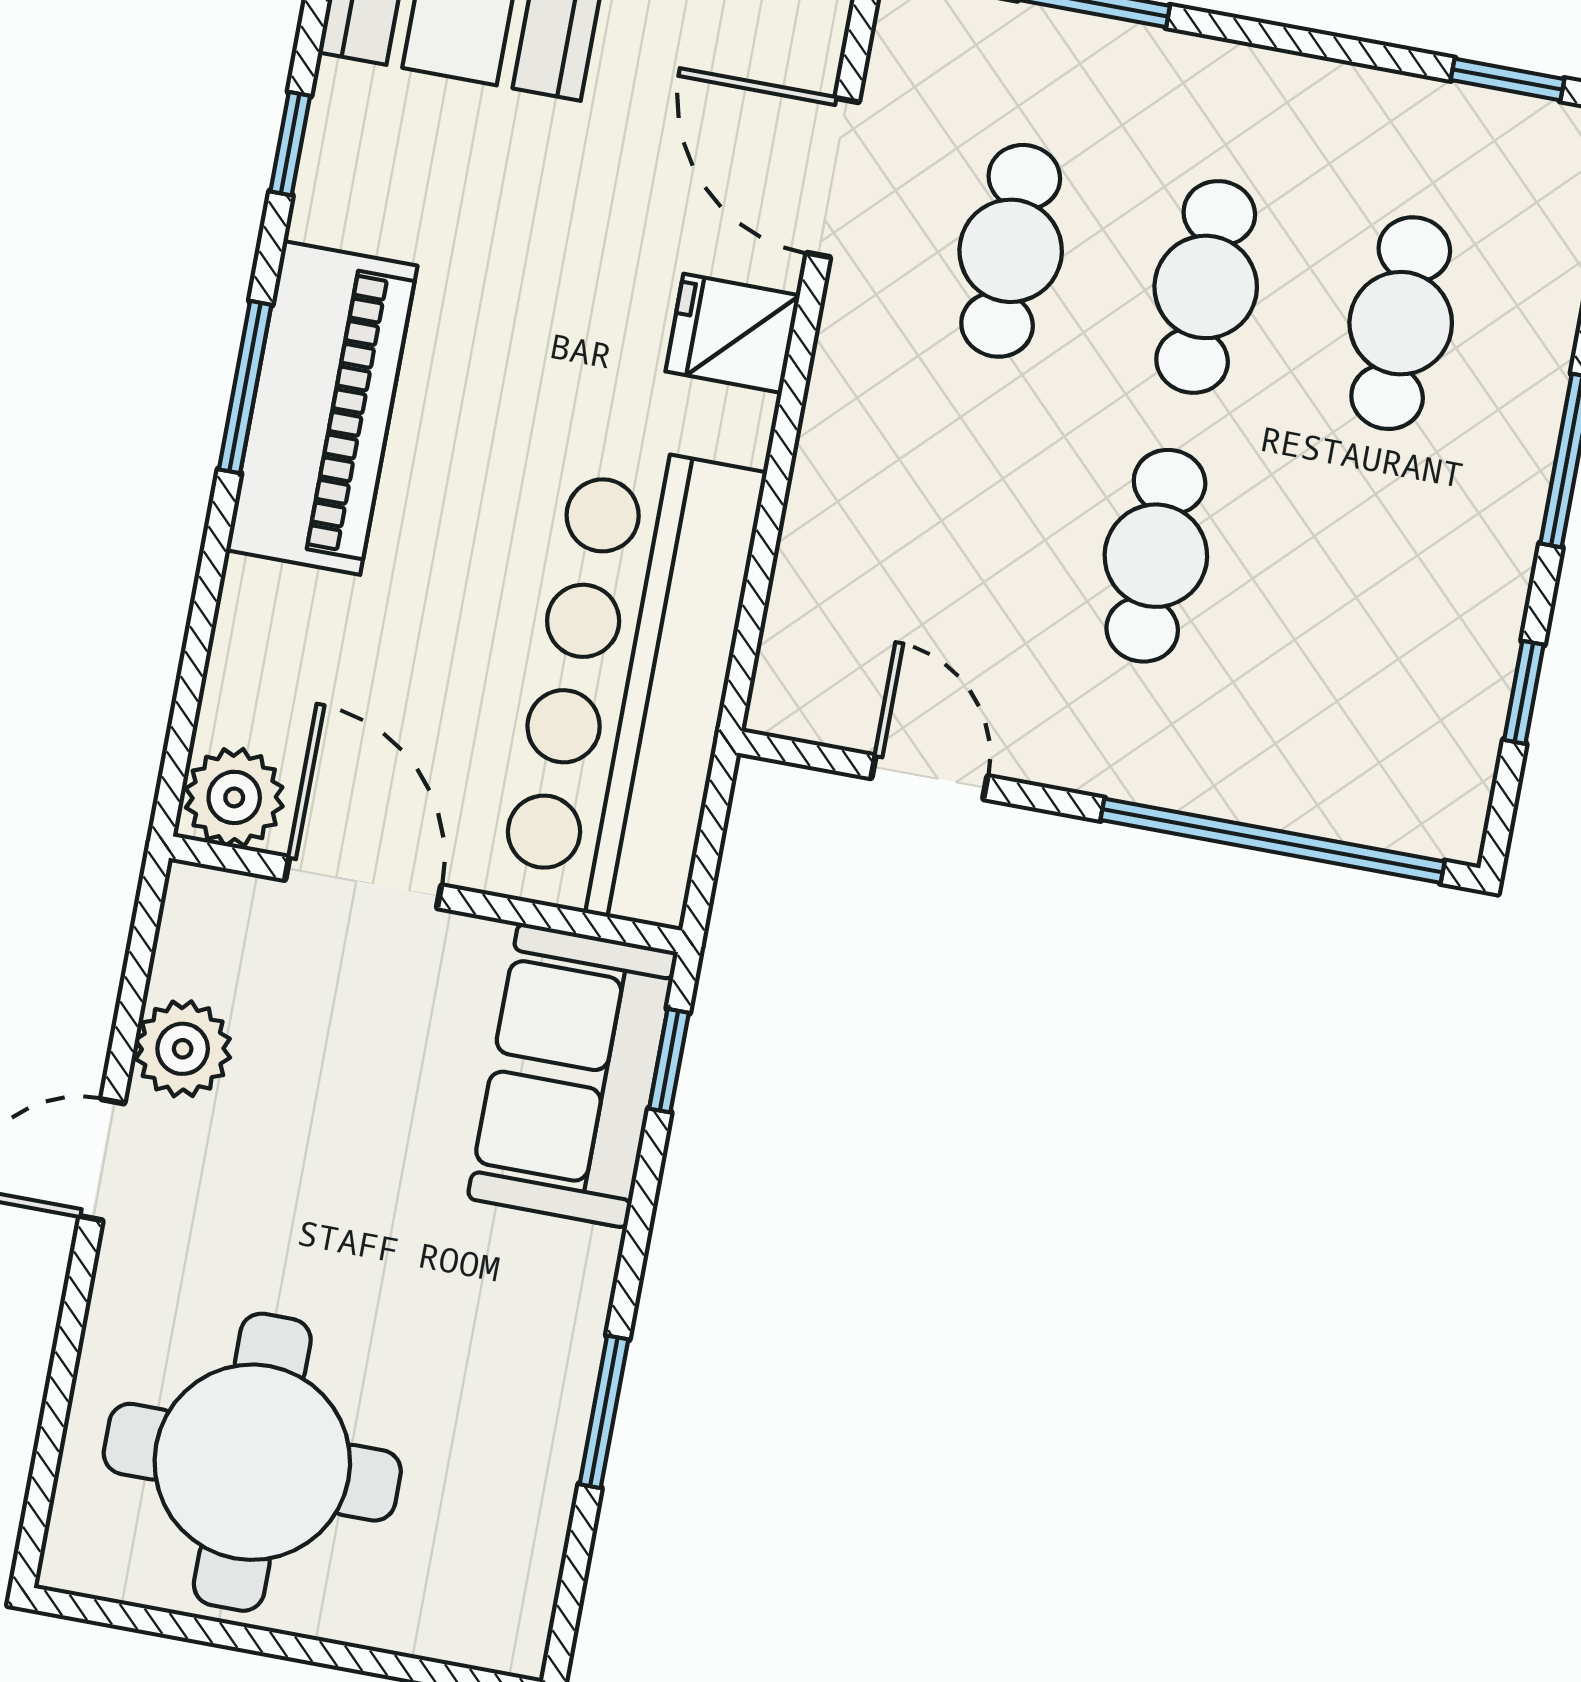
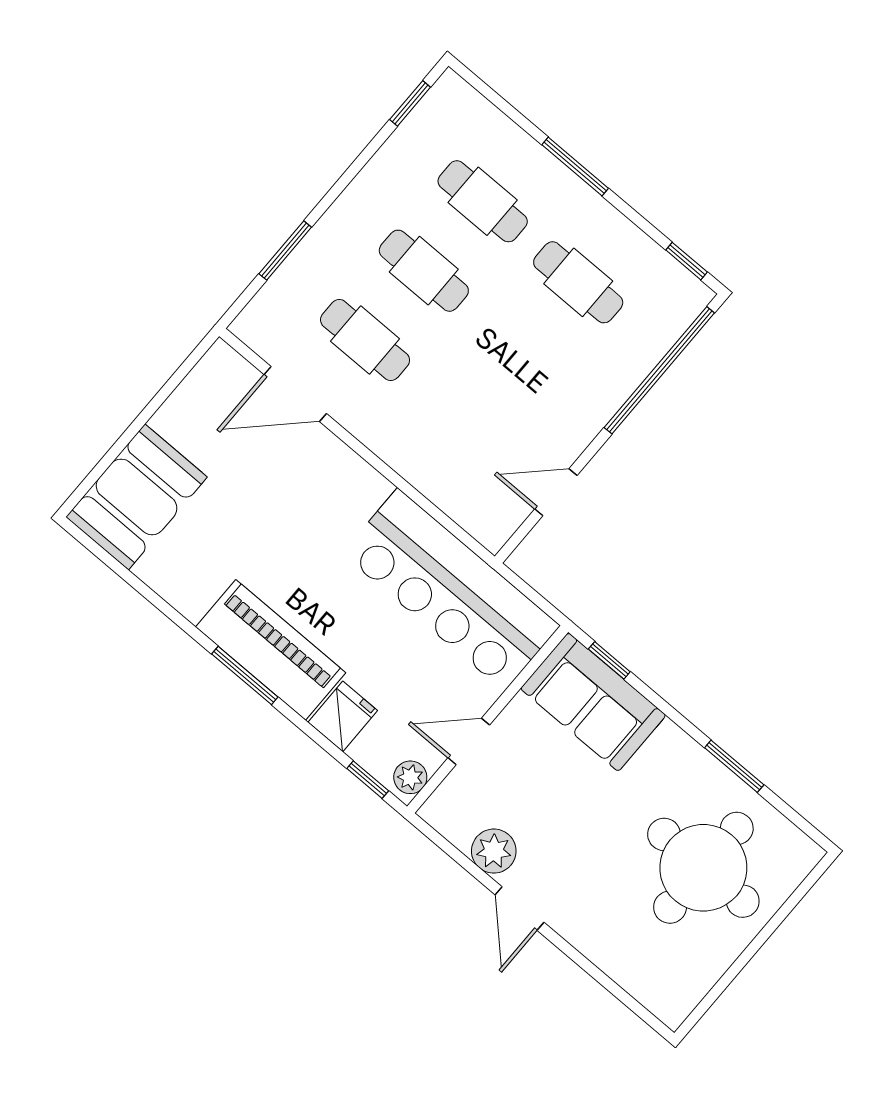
window: (290, 144) -> (368, 780), moved
fridge: (733, 333) -> (343, 716), moved, turned 180
cafe table: (1156, 556) -> (578, 282), moved
window: (1524, 692) -> (687, 261), moved
plant: (234, 797) -> (410, 777), width x0.73, depth x0.73
door: (363, 883) -> (469, 741), width x0.73
round table: (252, 1462) -> (703, 868), moved

